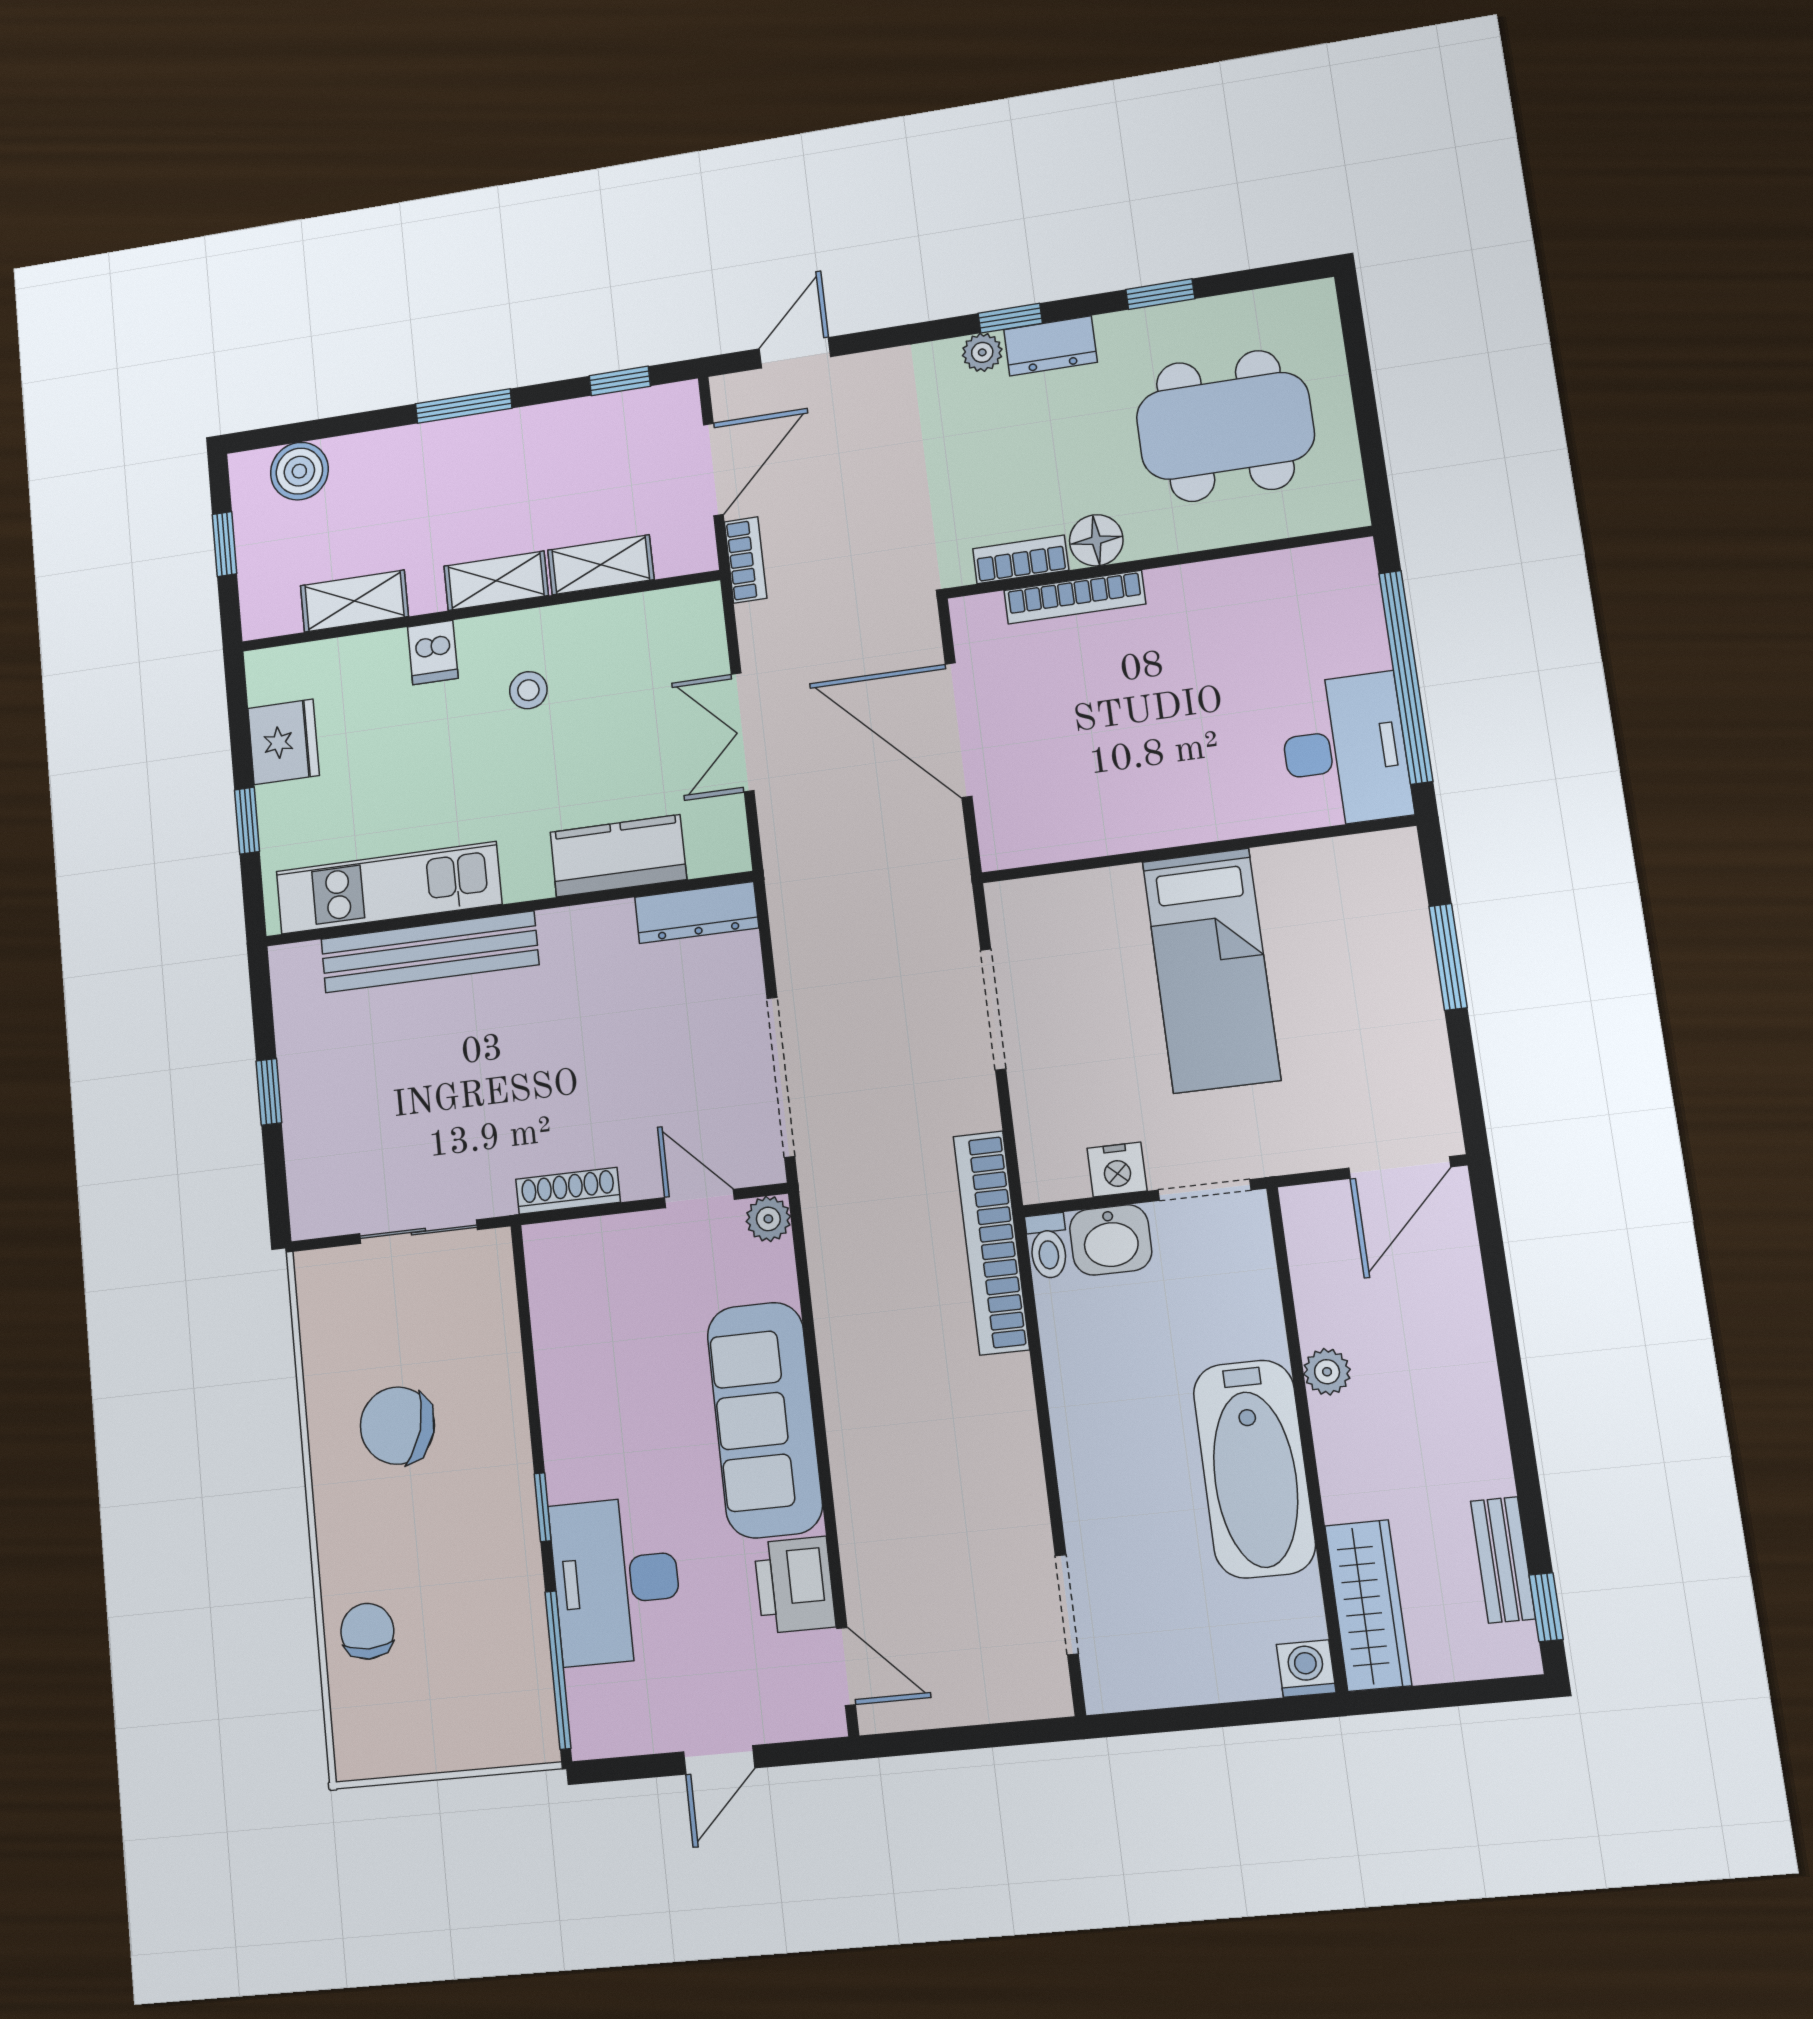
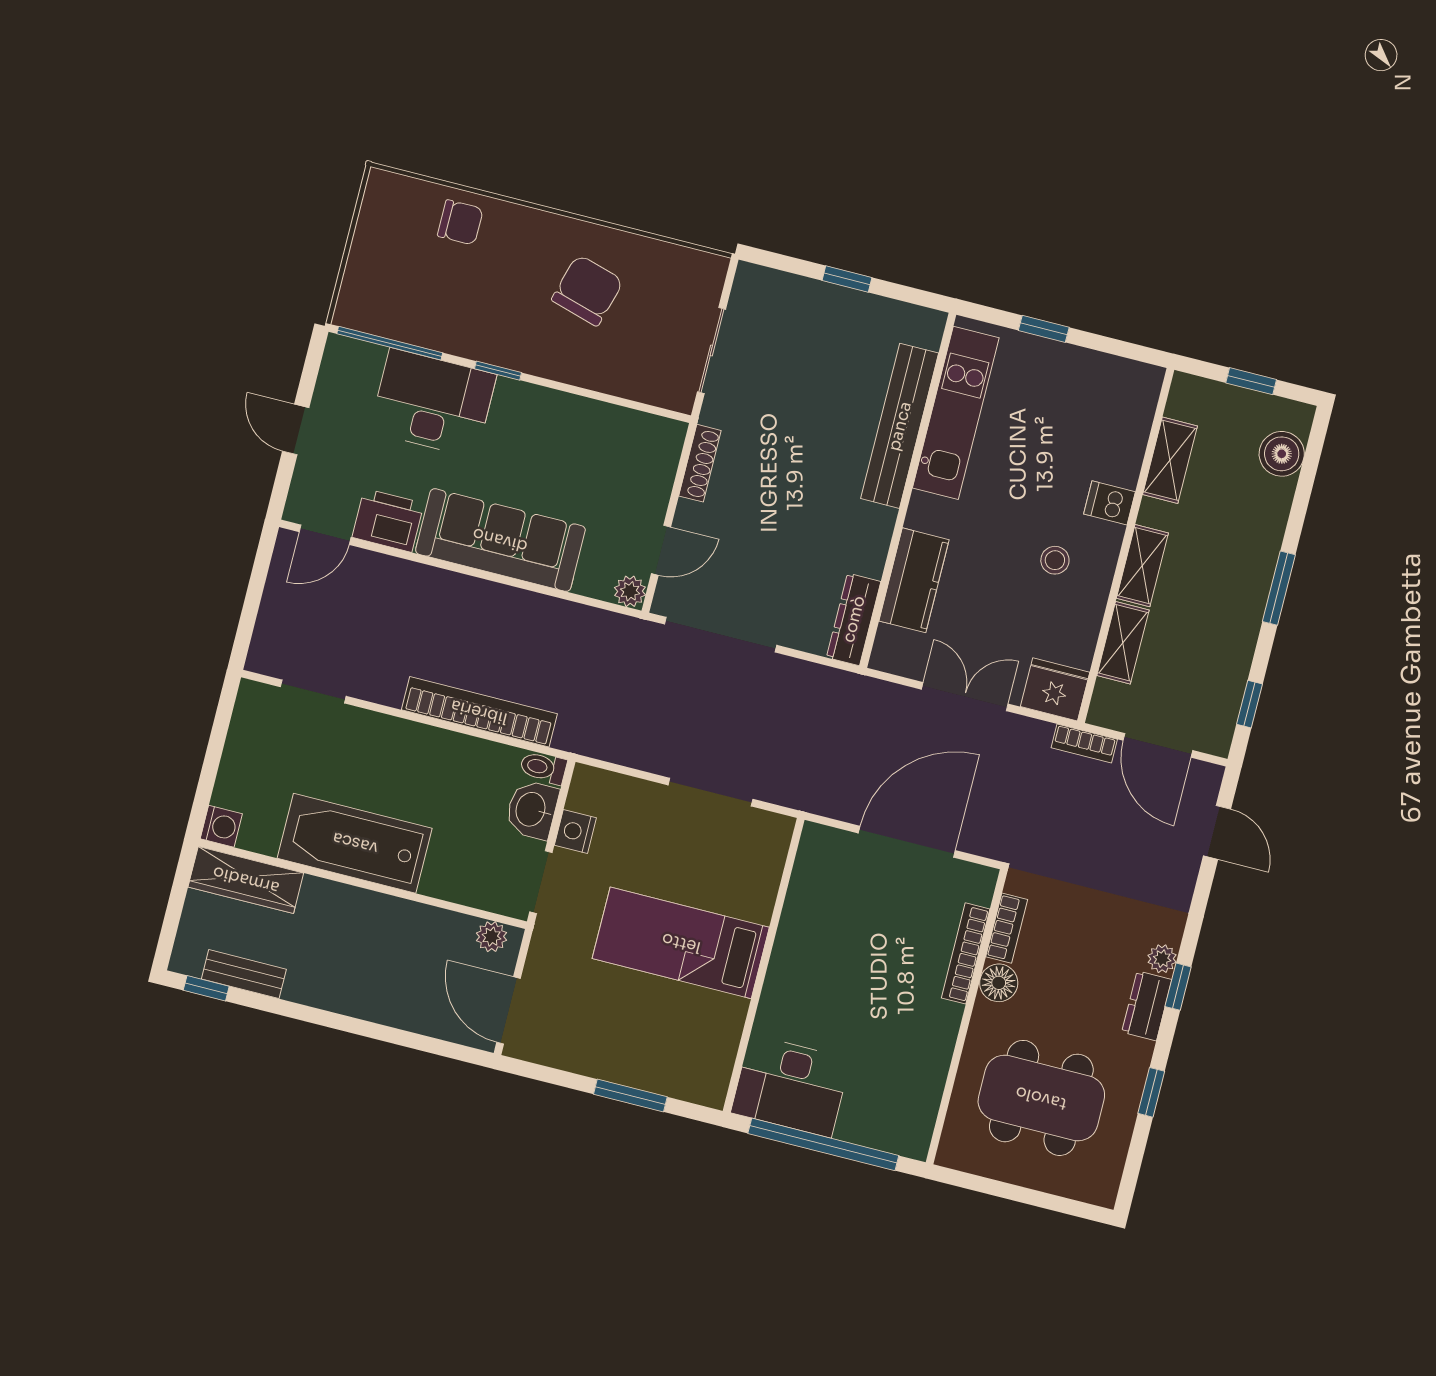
dining table: (1225, 426) -> (1041, 1098), turned 90
fridge: (284, 742) -> (1055, 689), moved, turned 180
bookcase: (991, 1243) -> (479, 712), moved
plant: (1327, 1372) -> (491, 937), moved

